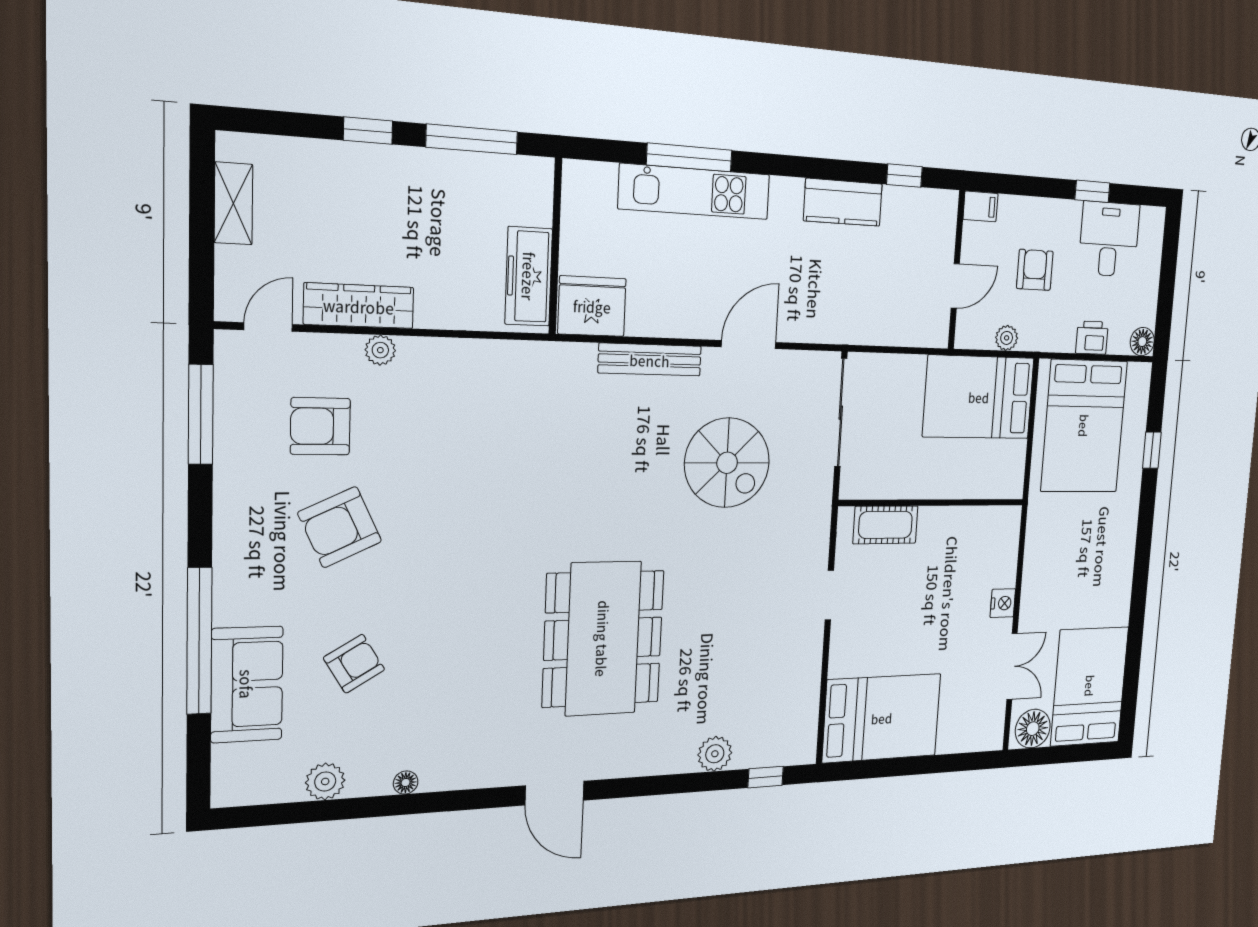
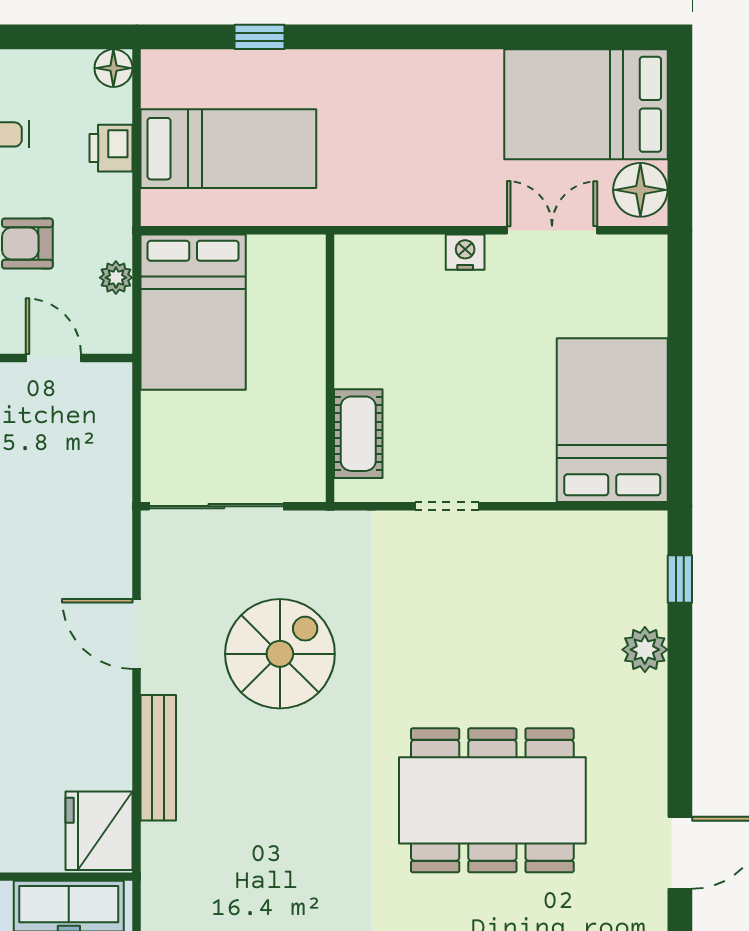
bed: (1084, 426) -> (228, 149), width x0.67

